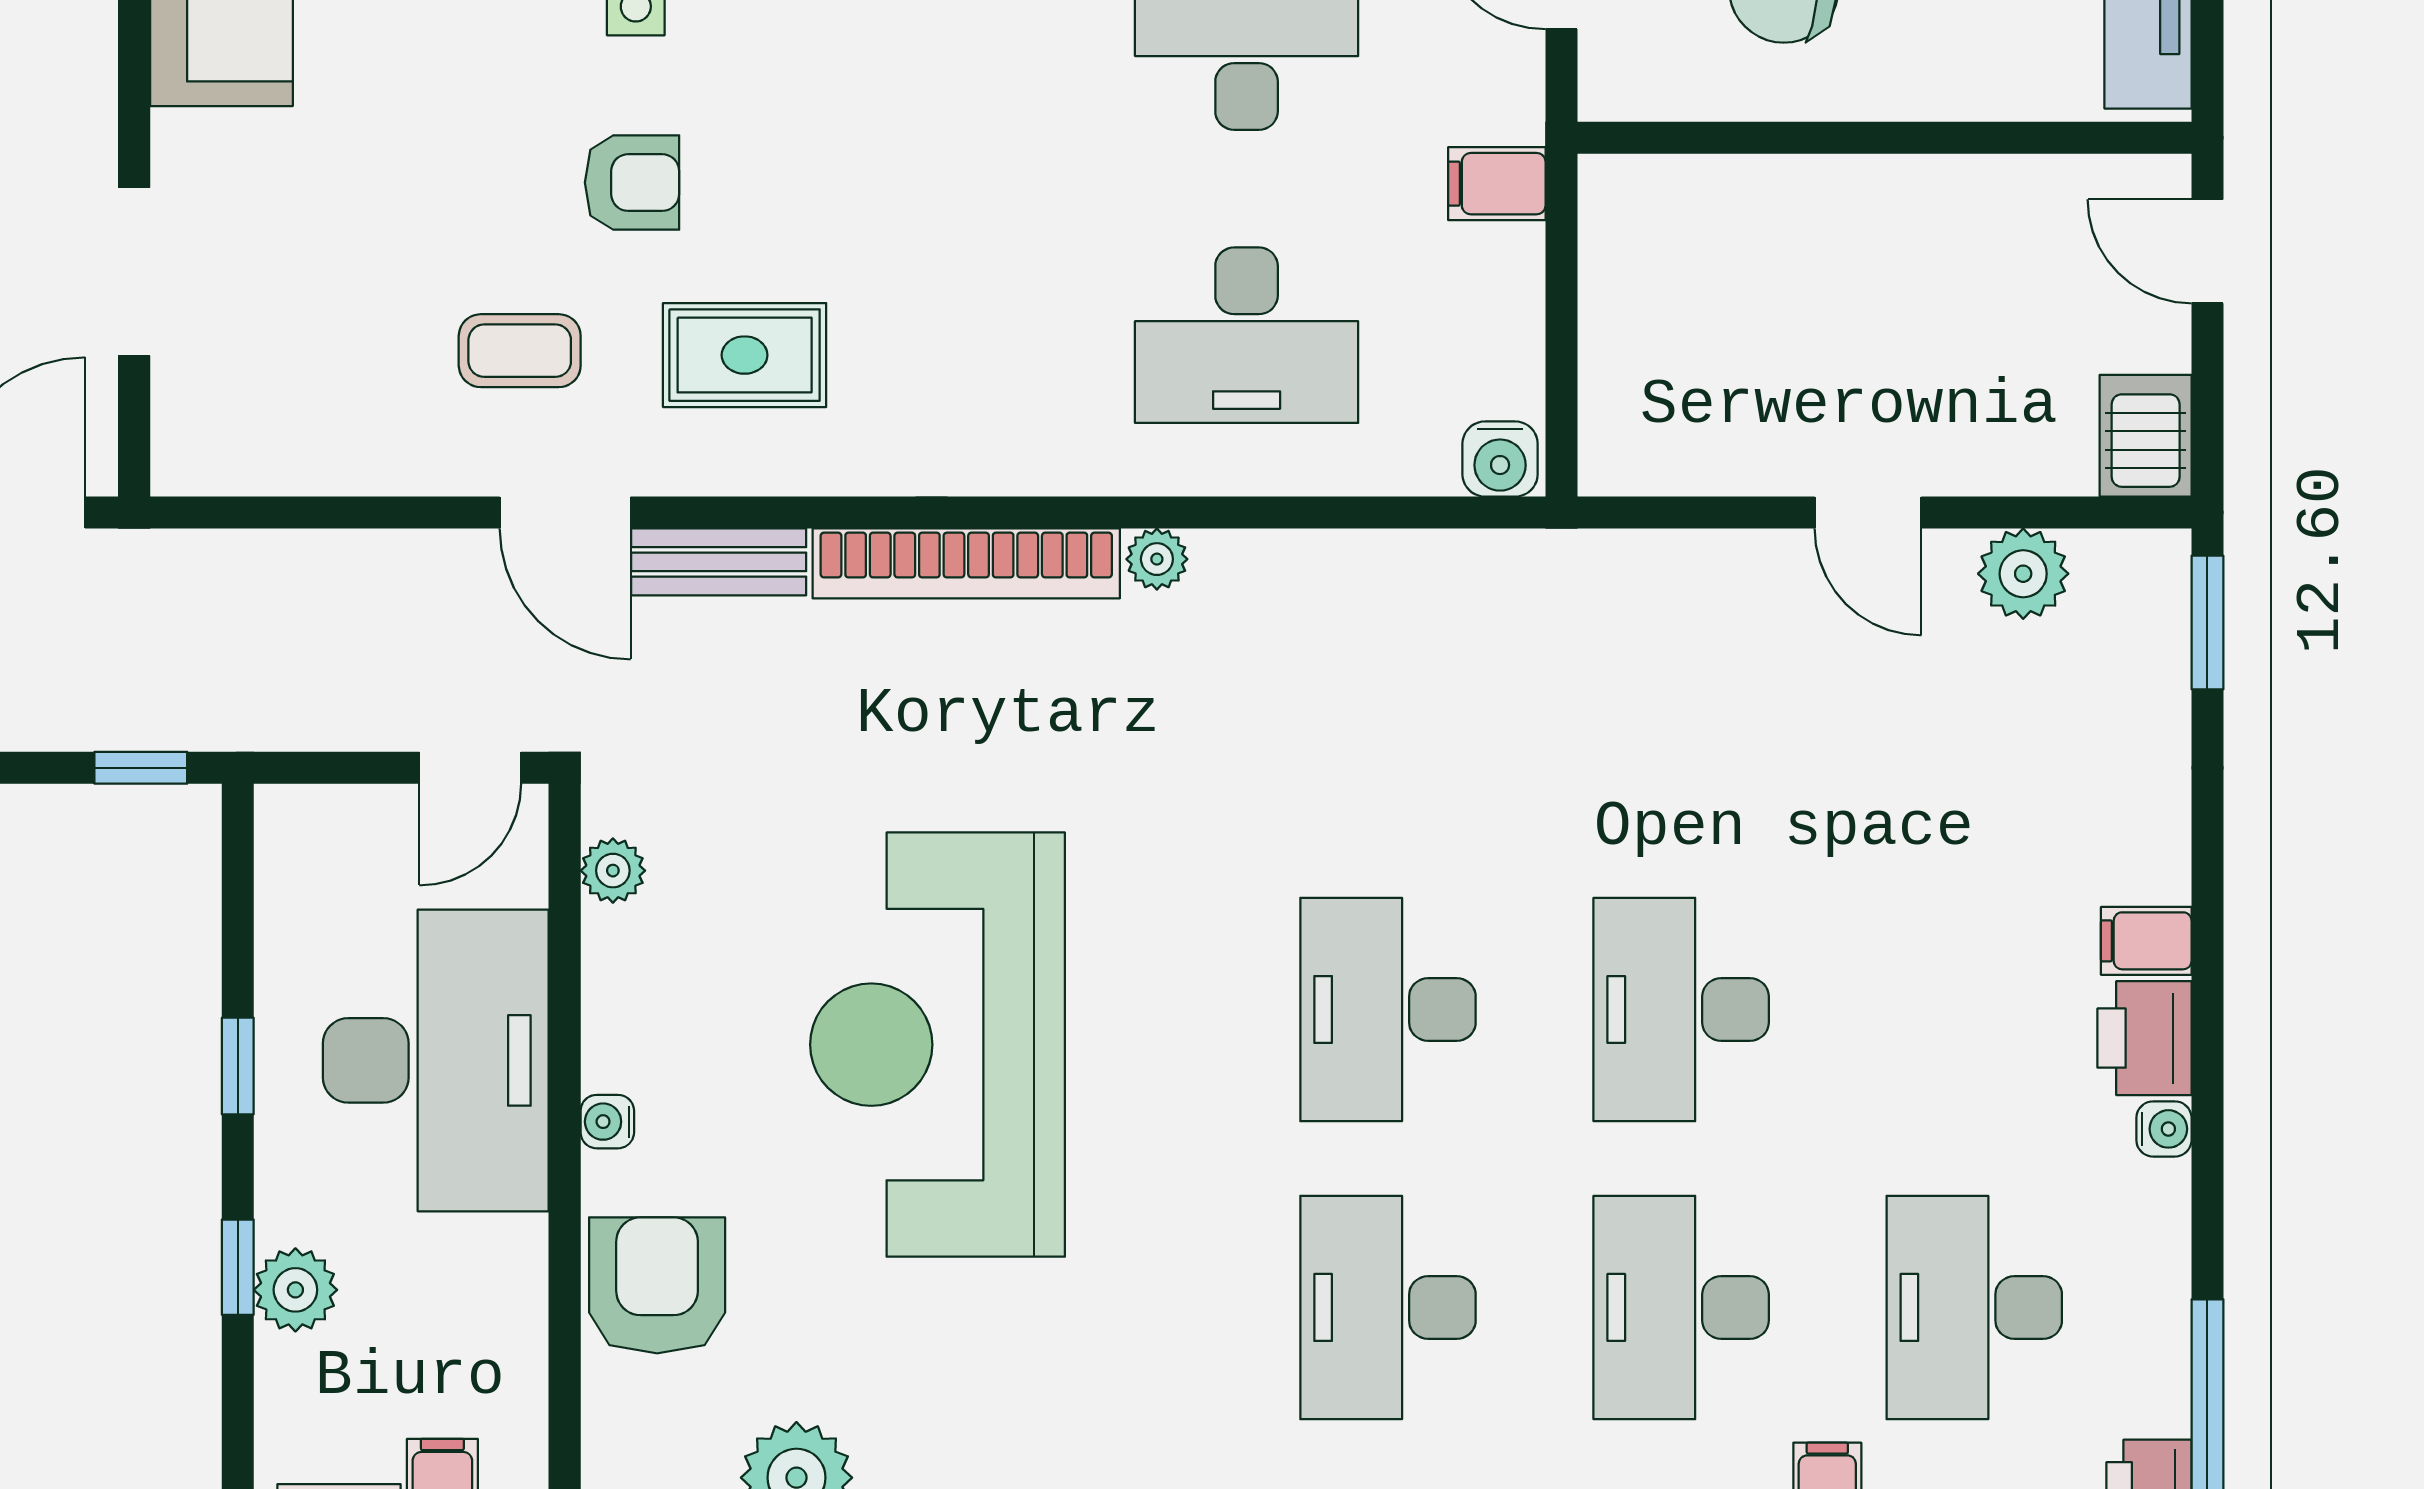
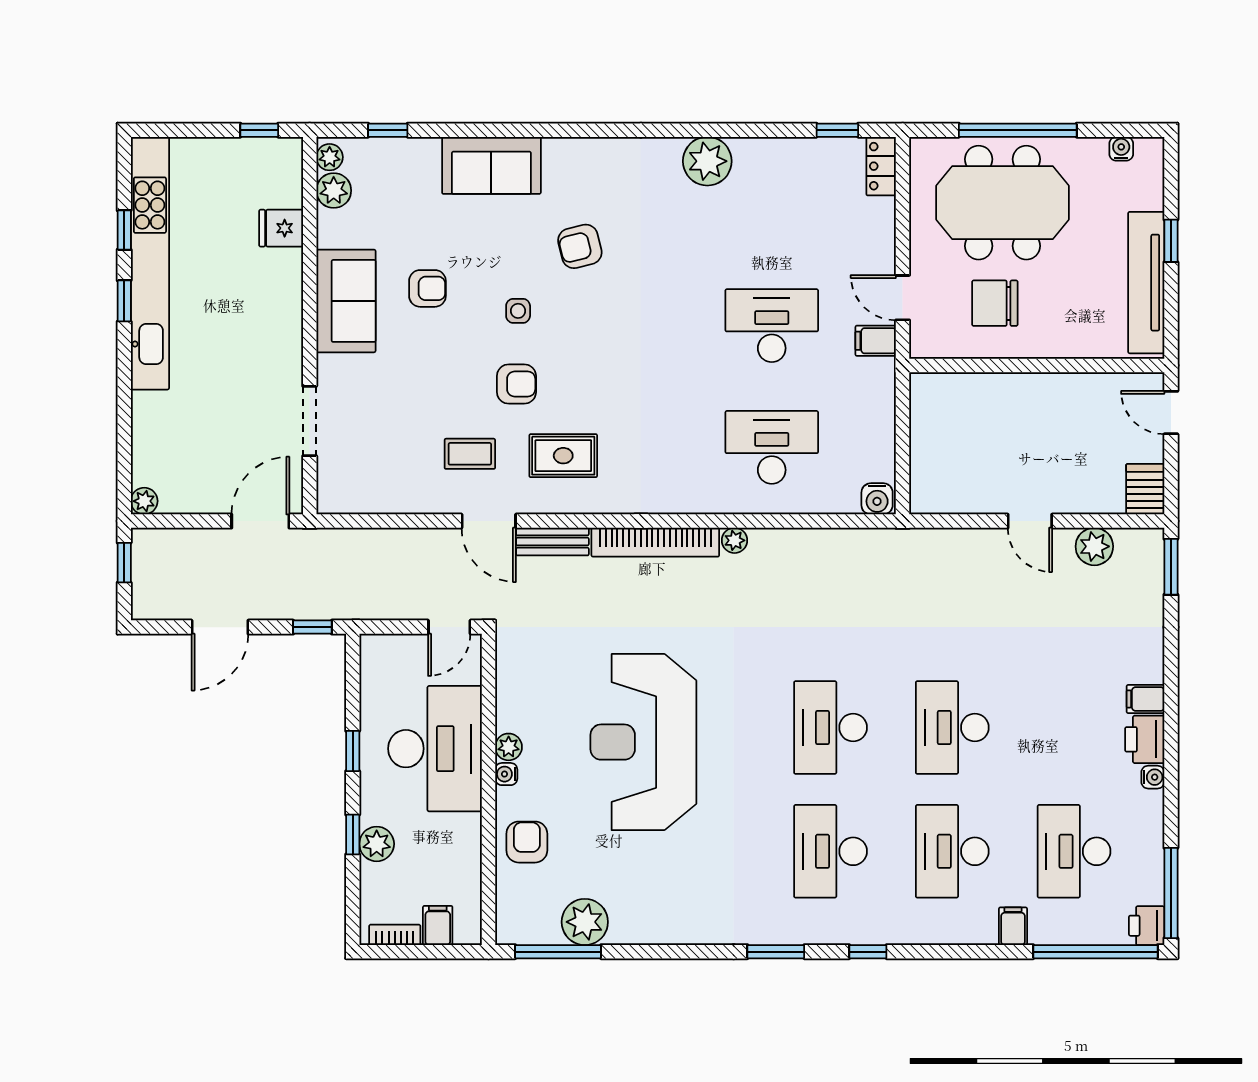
filing cabinet: (1497, 184) -> (876, 341), moved
desk: (1247, 335) -> (772, 447), turned 180
plant: (613, 871) -> (509, 747), moved
armchair: (657, 1285) -> (527, 842), width x0.72, depth x0.72

